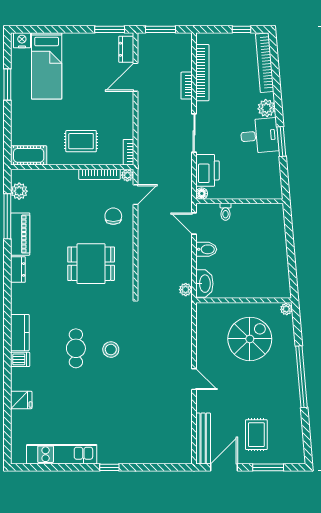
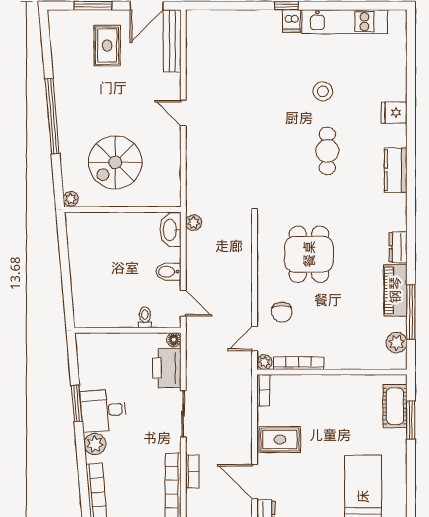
door: (136, 77) -> (255, 482), swing flipped
window: (7, 85) -> (411, 420), moved
rug: (81, 141) -> (280, 440), moved
cot: (29, 155) -> (395, 406), moved, turned 90
dining table: (91, 264) -> (309, 254), turned 90
stool: (111, 350) -> (323, 91), moved
dishwasher: (20, 359) -> (291, 21), moved, turned -90
fridge: (21, 400) -> (394, 113), moved

